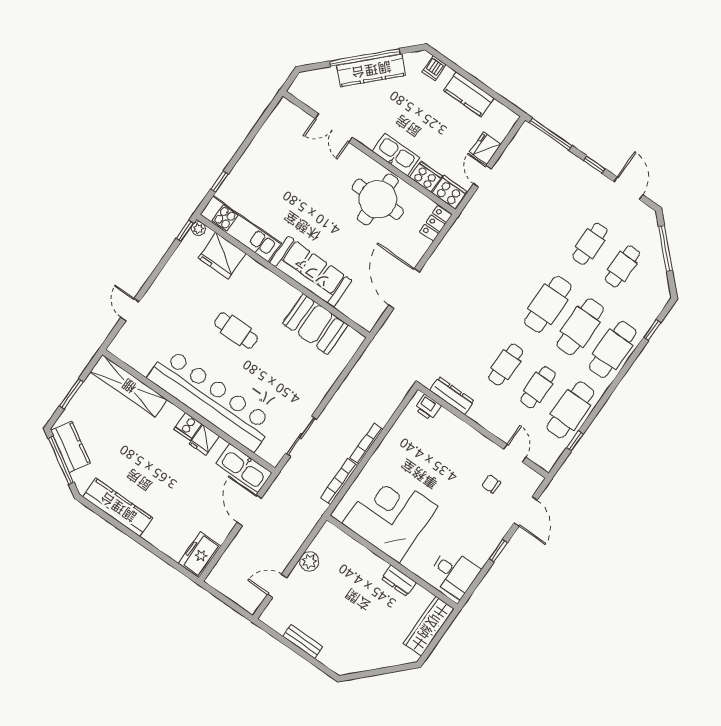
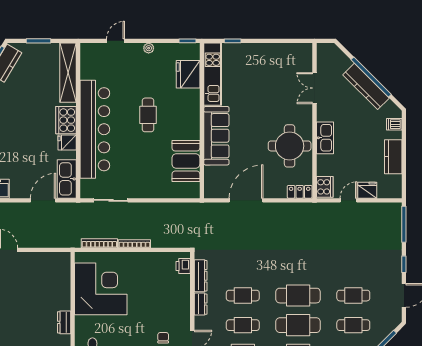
cooker: (426, 177) -> (324, 166), removed
plant: (198, 229) -> (149, 48), moved
dresser: (483, 417) -> (201, 304), added
cooker: (188, 426) -> (66, 120), width x1.87, depth x1.31
plant: (309, 561) -> (37, 259), removed

